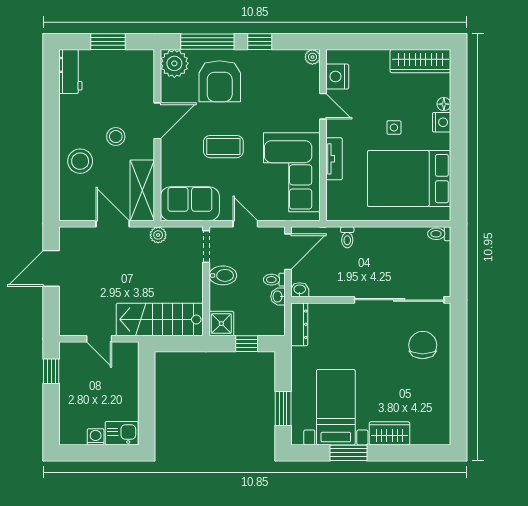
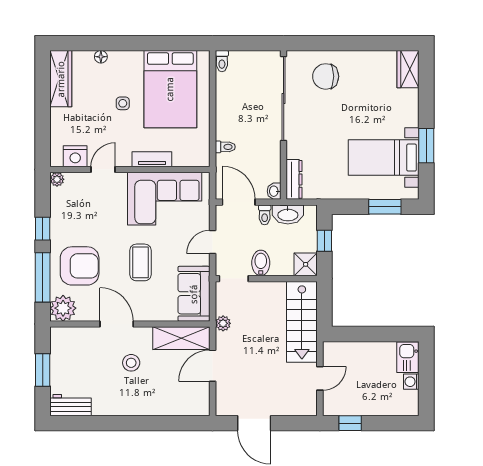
nightstand: (442, 122) -> (118, 59), removed
stool: (80, 161) -> (154, 396), removed
washbasin: (278, 297) -> (288, 214), width x1.91, depth x1.45
dresser: (299, 324) -> (294, 179), moved, turned 90
wardrobe: (389, 433) -> (408, 69), moved

